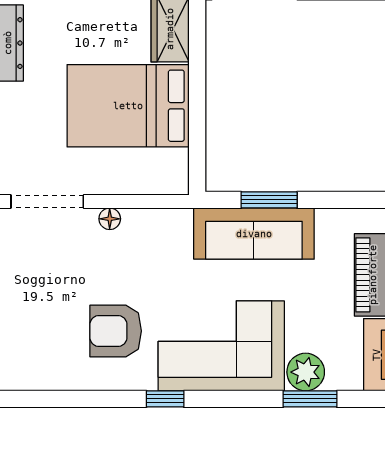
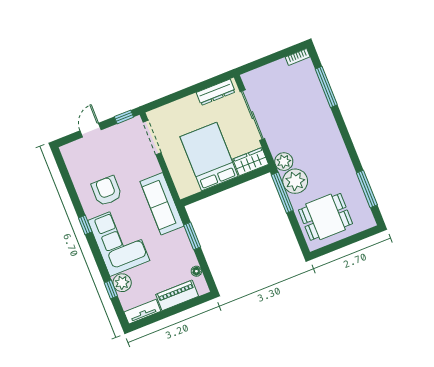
floor lamp: (110, 219) -> (196, 271), moved
sofa: (254, 234) -> (162, 204), moved
window: (310, 399) -> (111, 289), width x0.67

